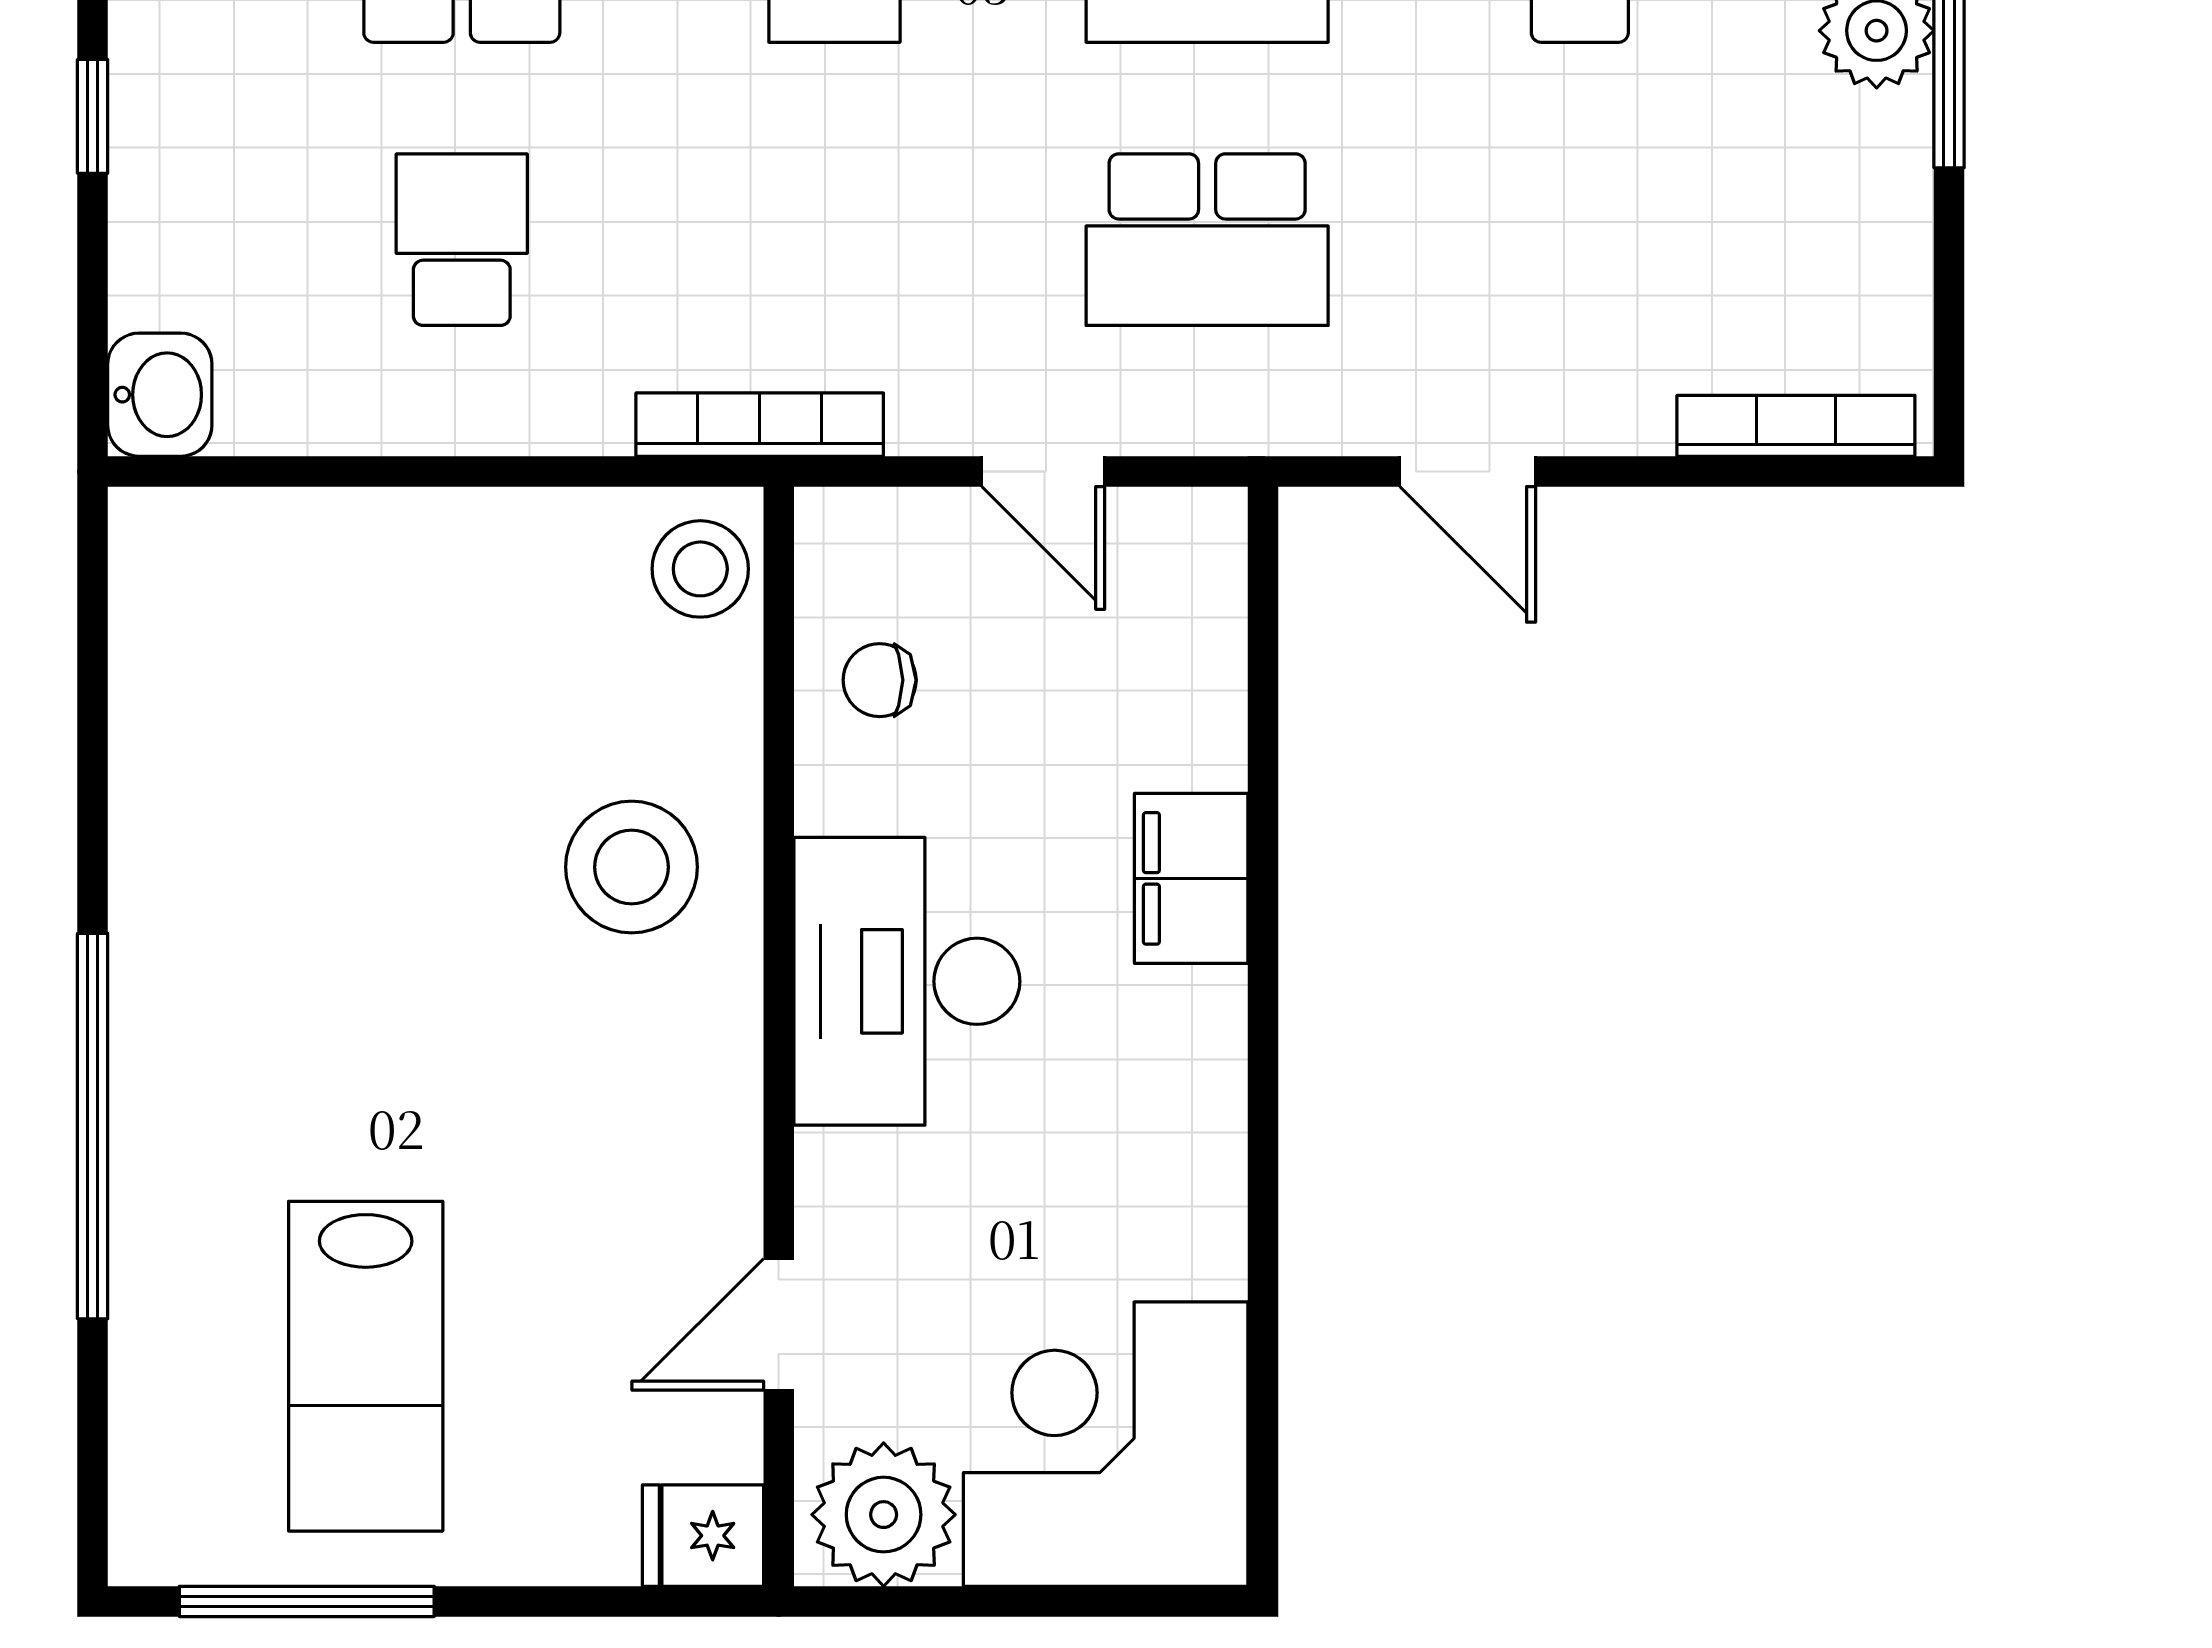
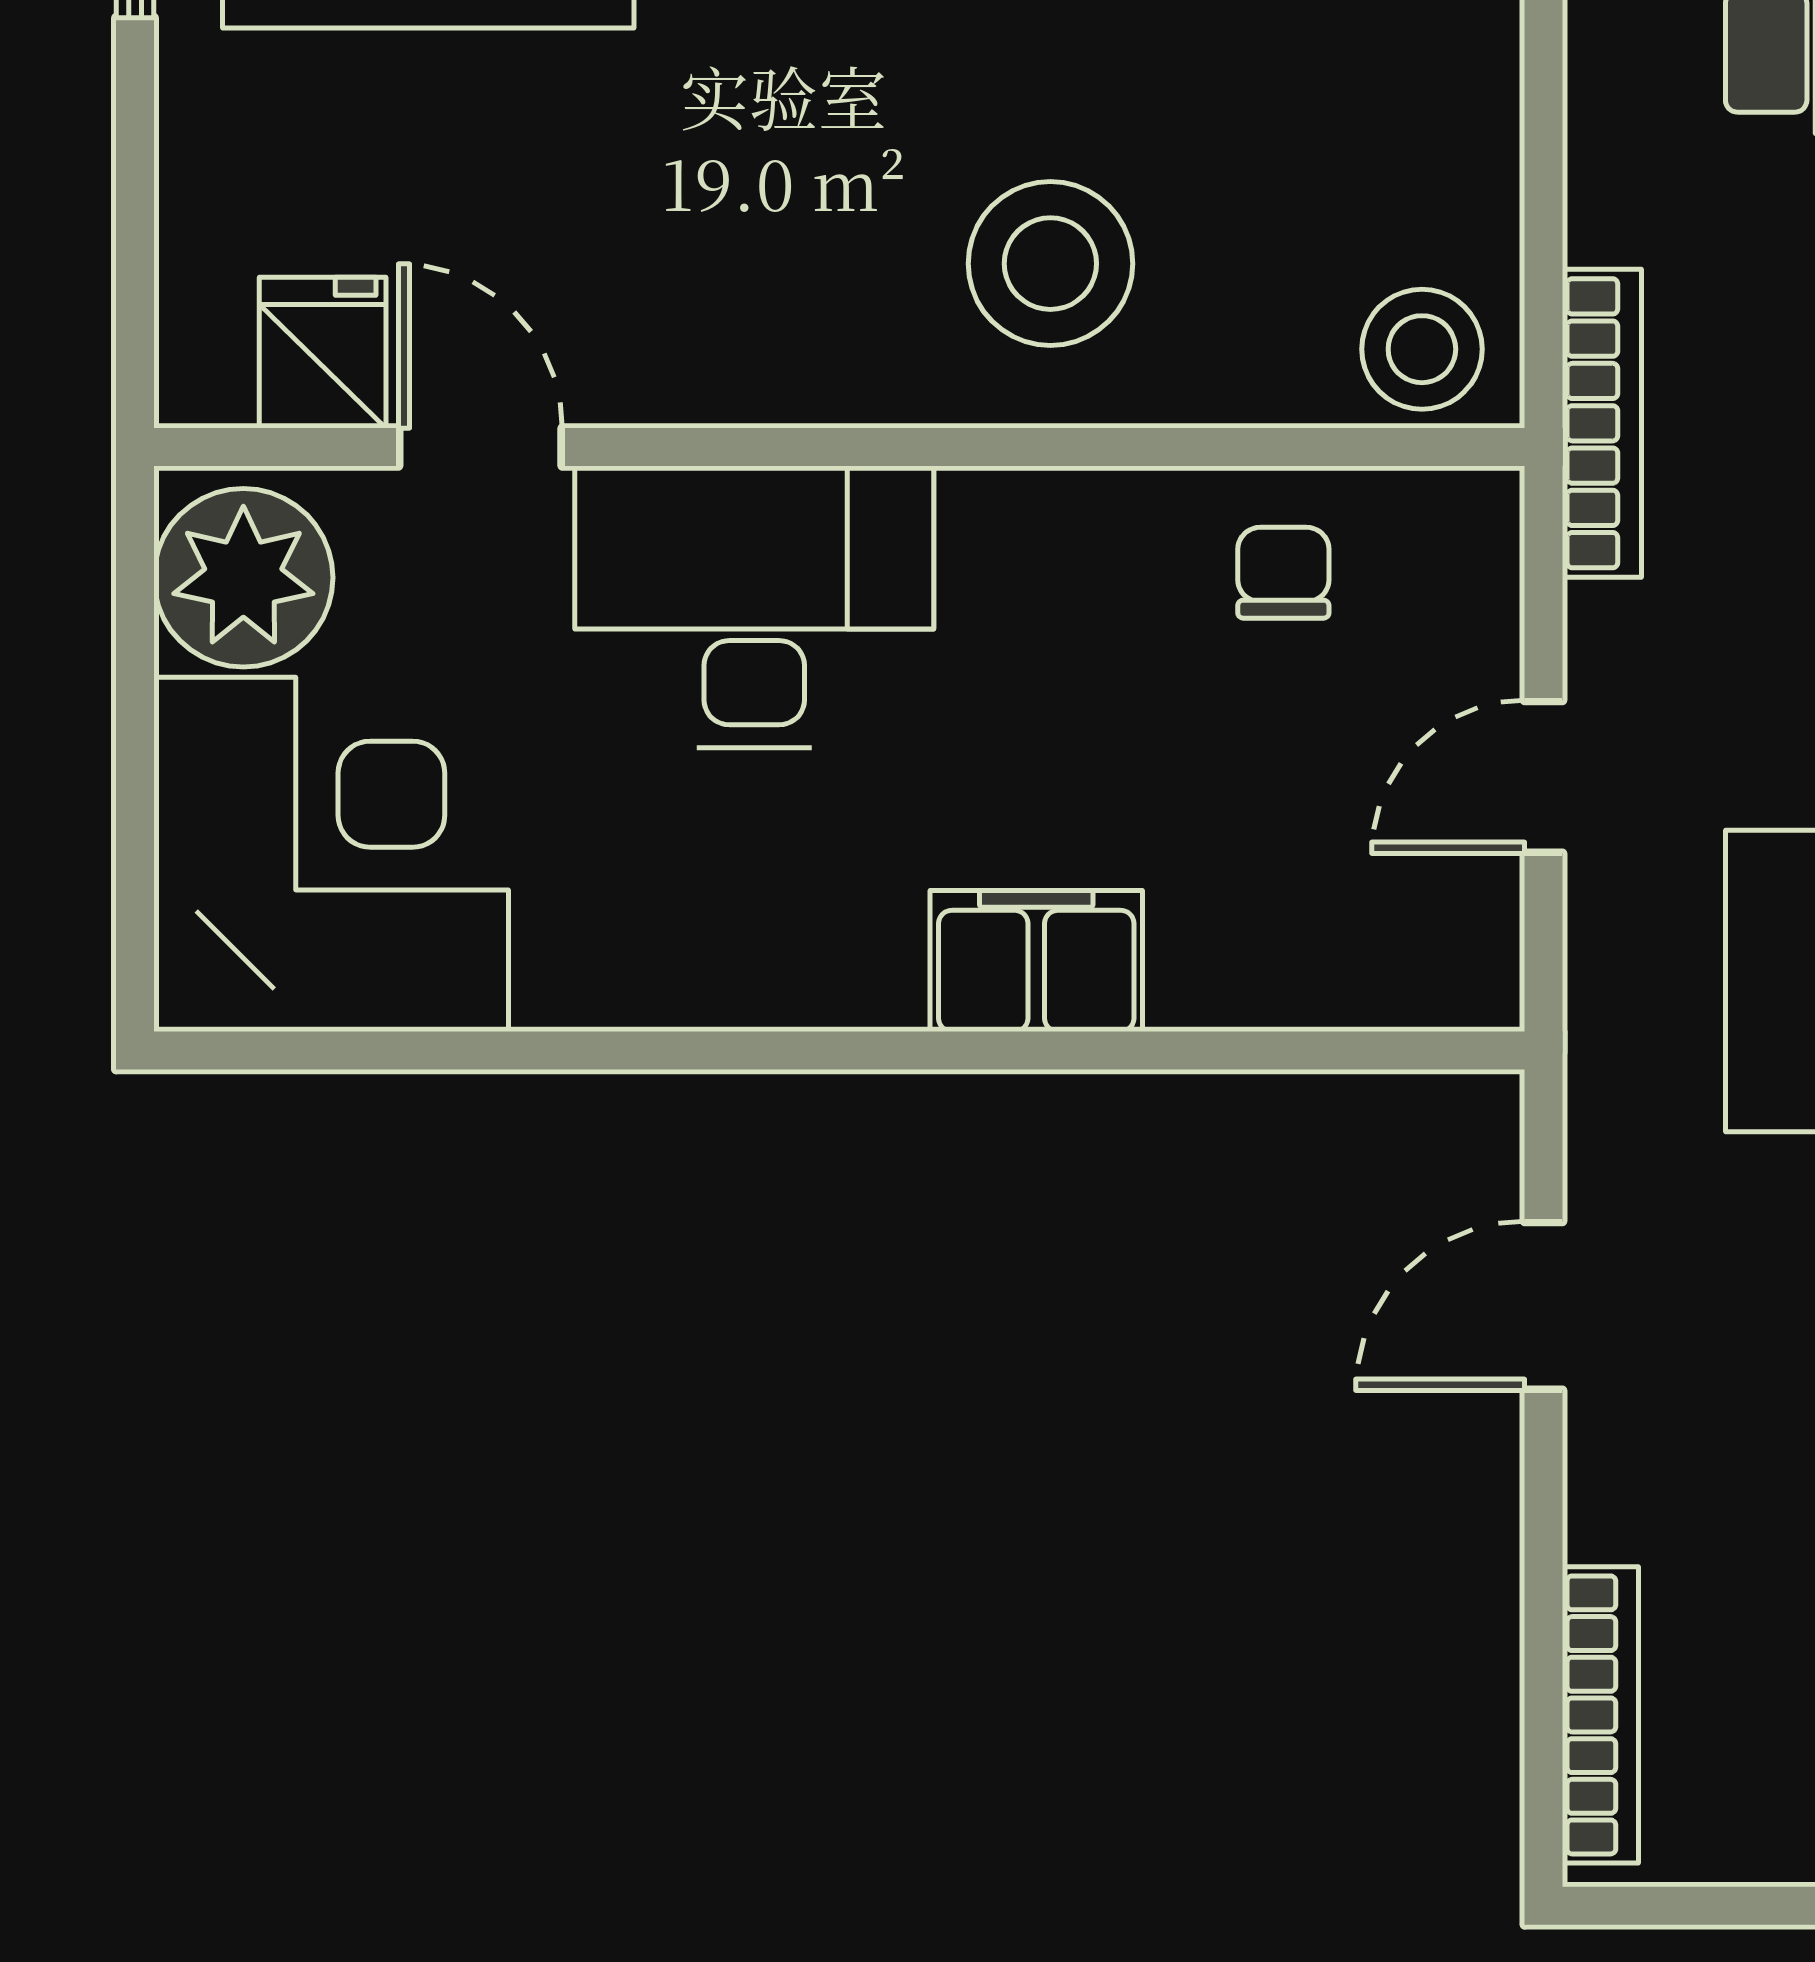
desk: (907, 981) -> (754, 607), moved
fridge: (703, 1536) -> (323, 353), moved

